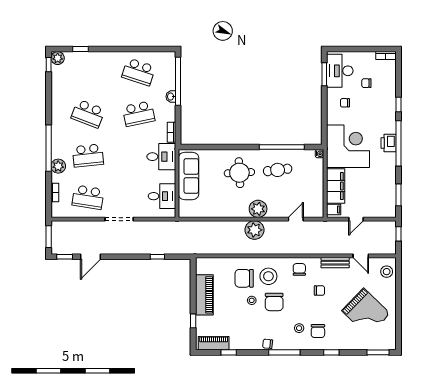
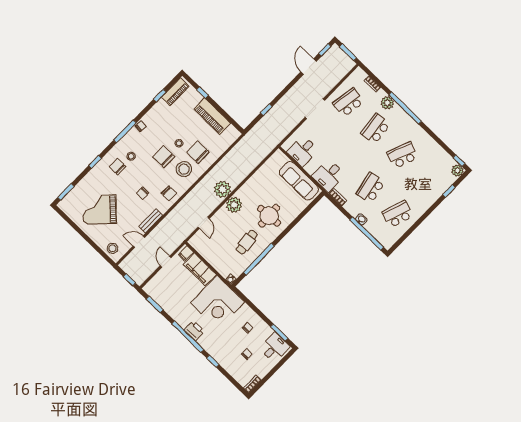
desk: (340, 71) -> (275, 347), width x0.73
chair: (244, 278) -> (198, 152), turned -90

